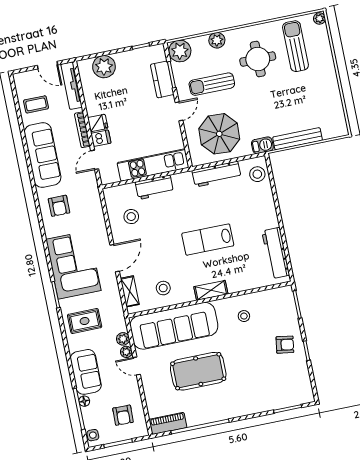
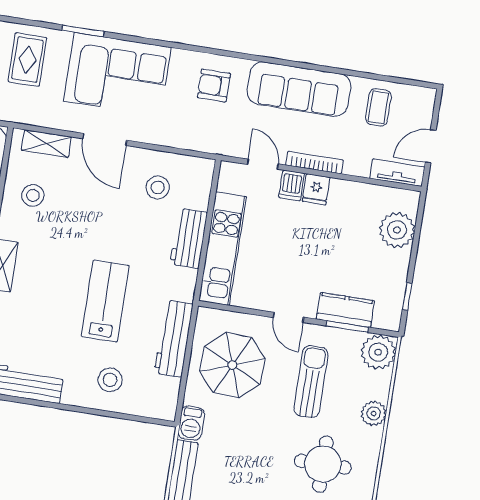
tv unit: (72, 86) -> (397, 173), width x0.71
stool: (257, 174) -> (110, 380), moved
lab bench: (208, 240) -> (105, 301), moved

